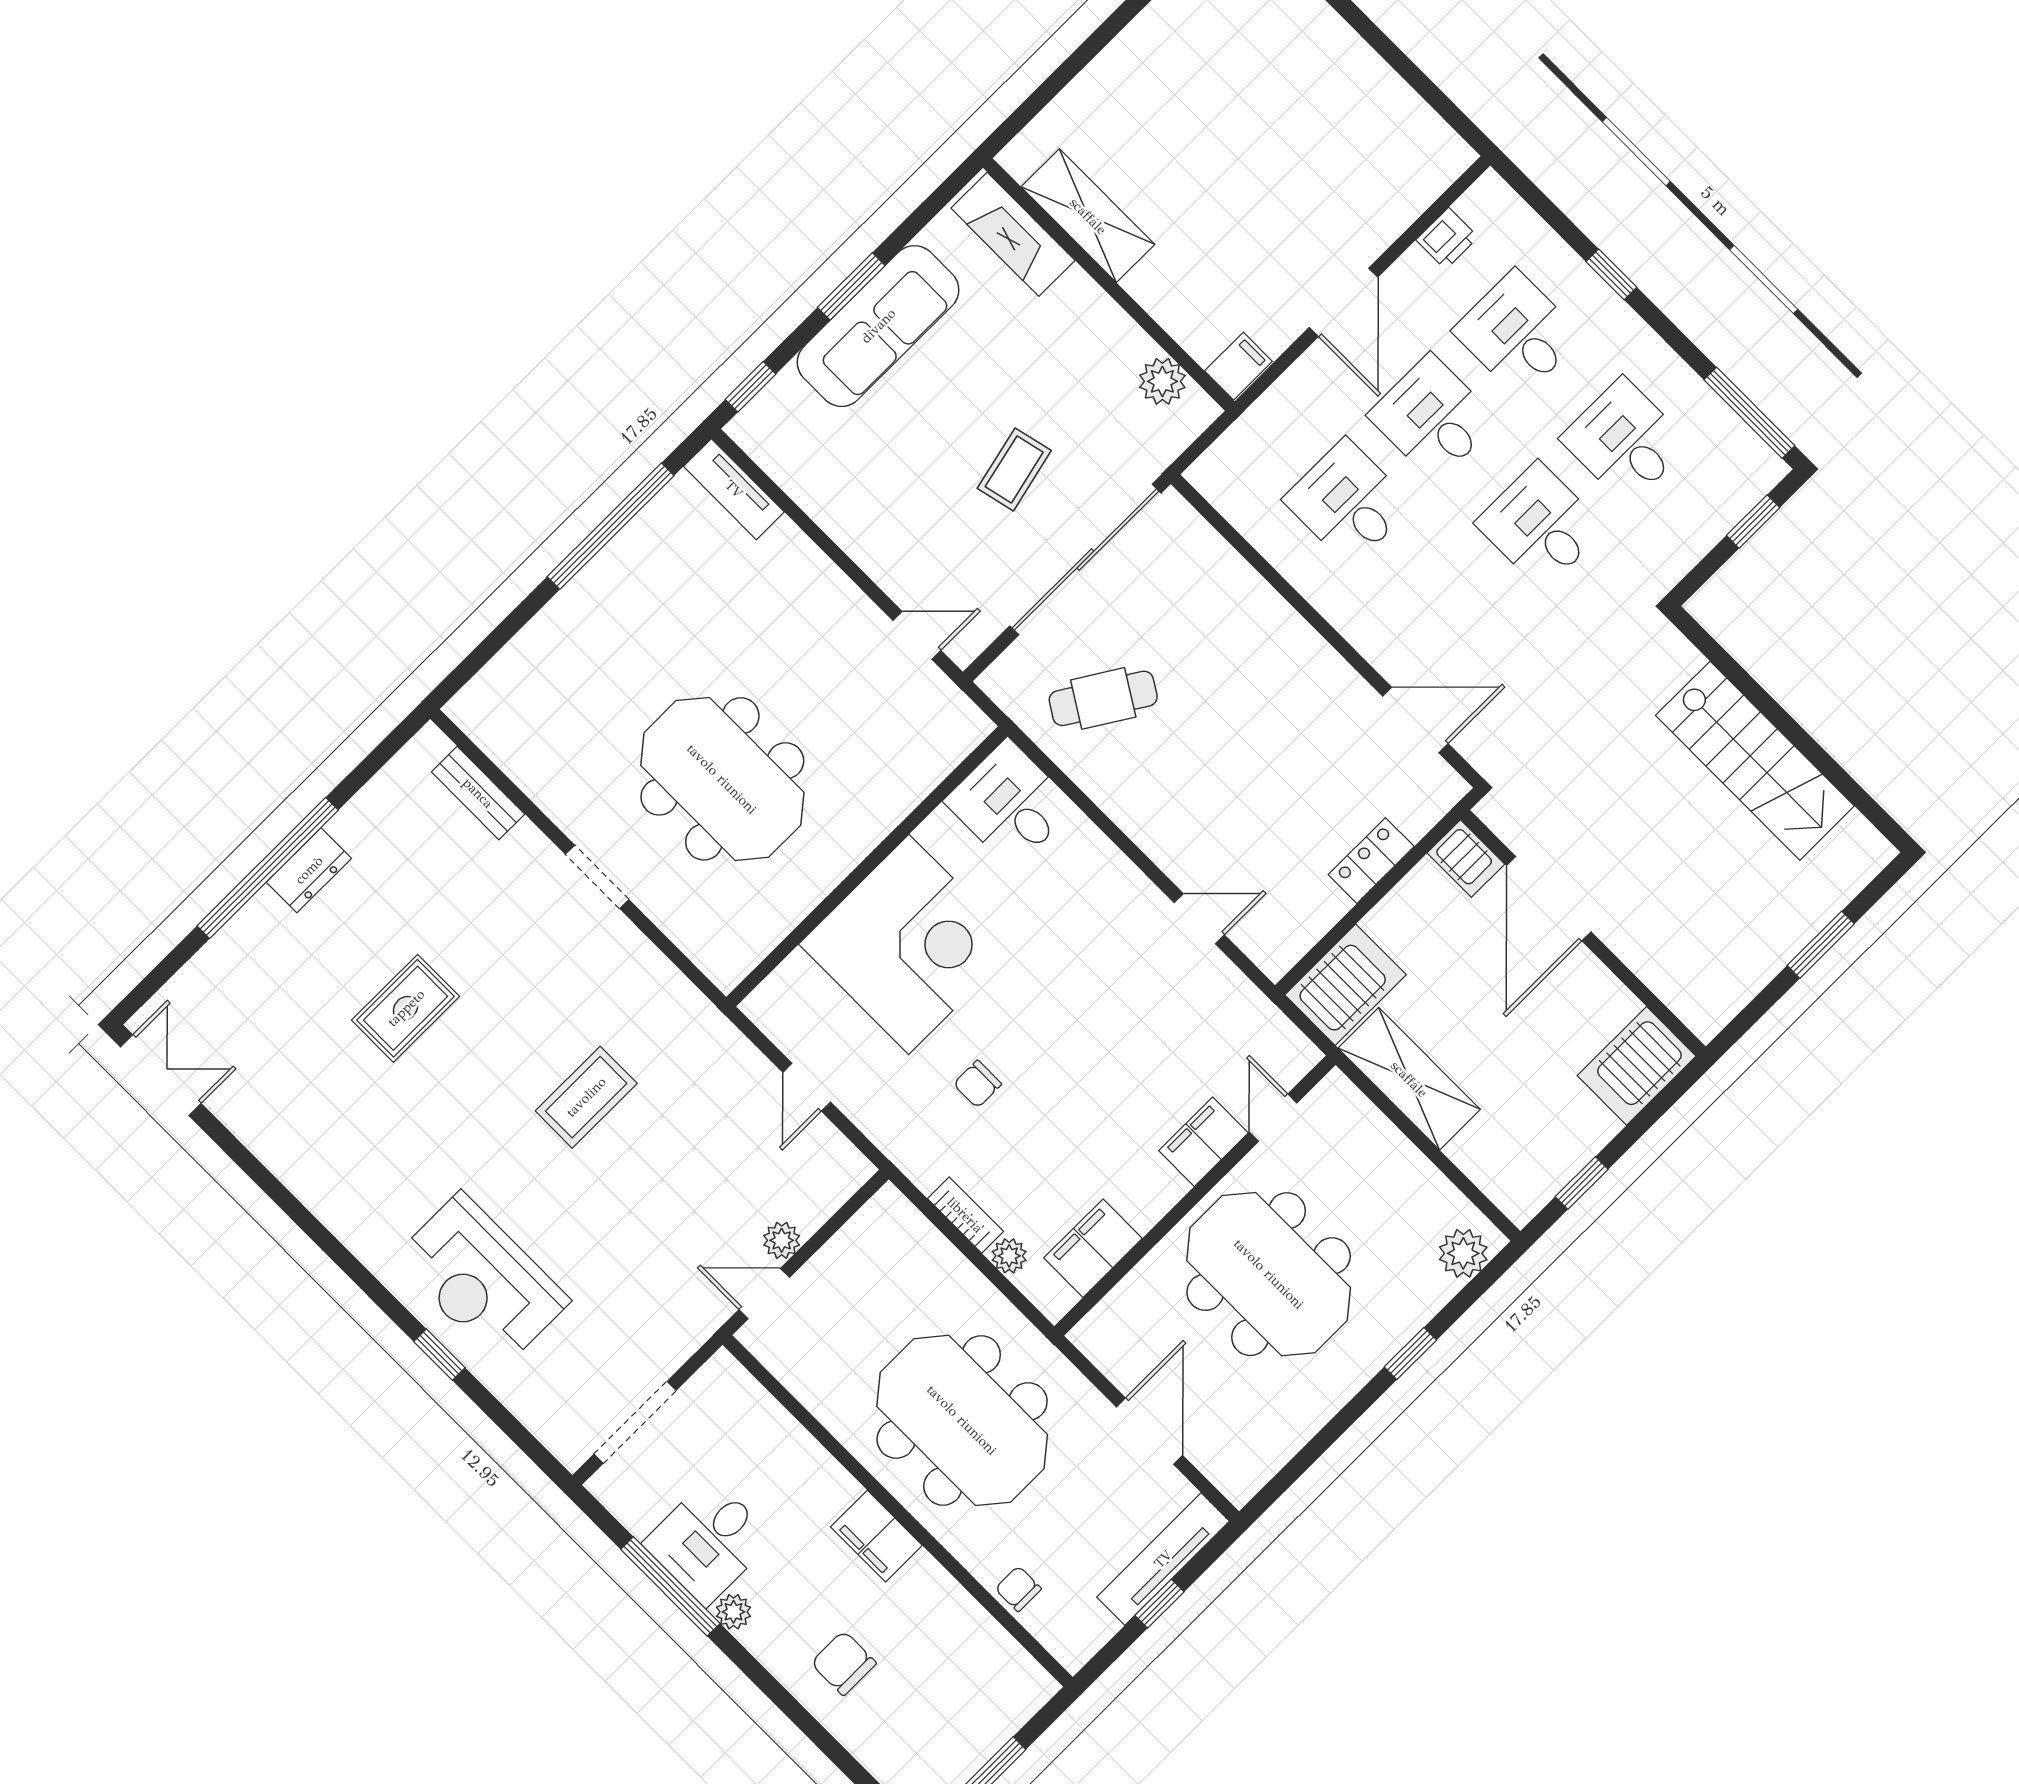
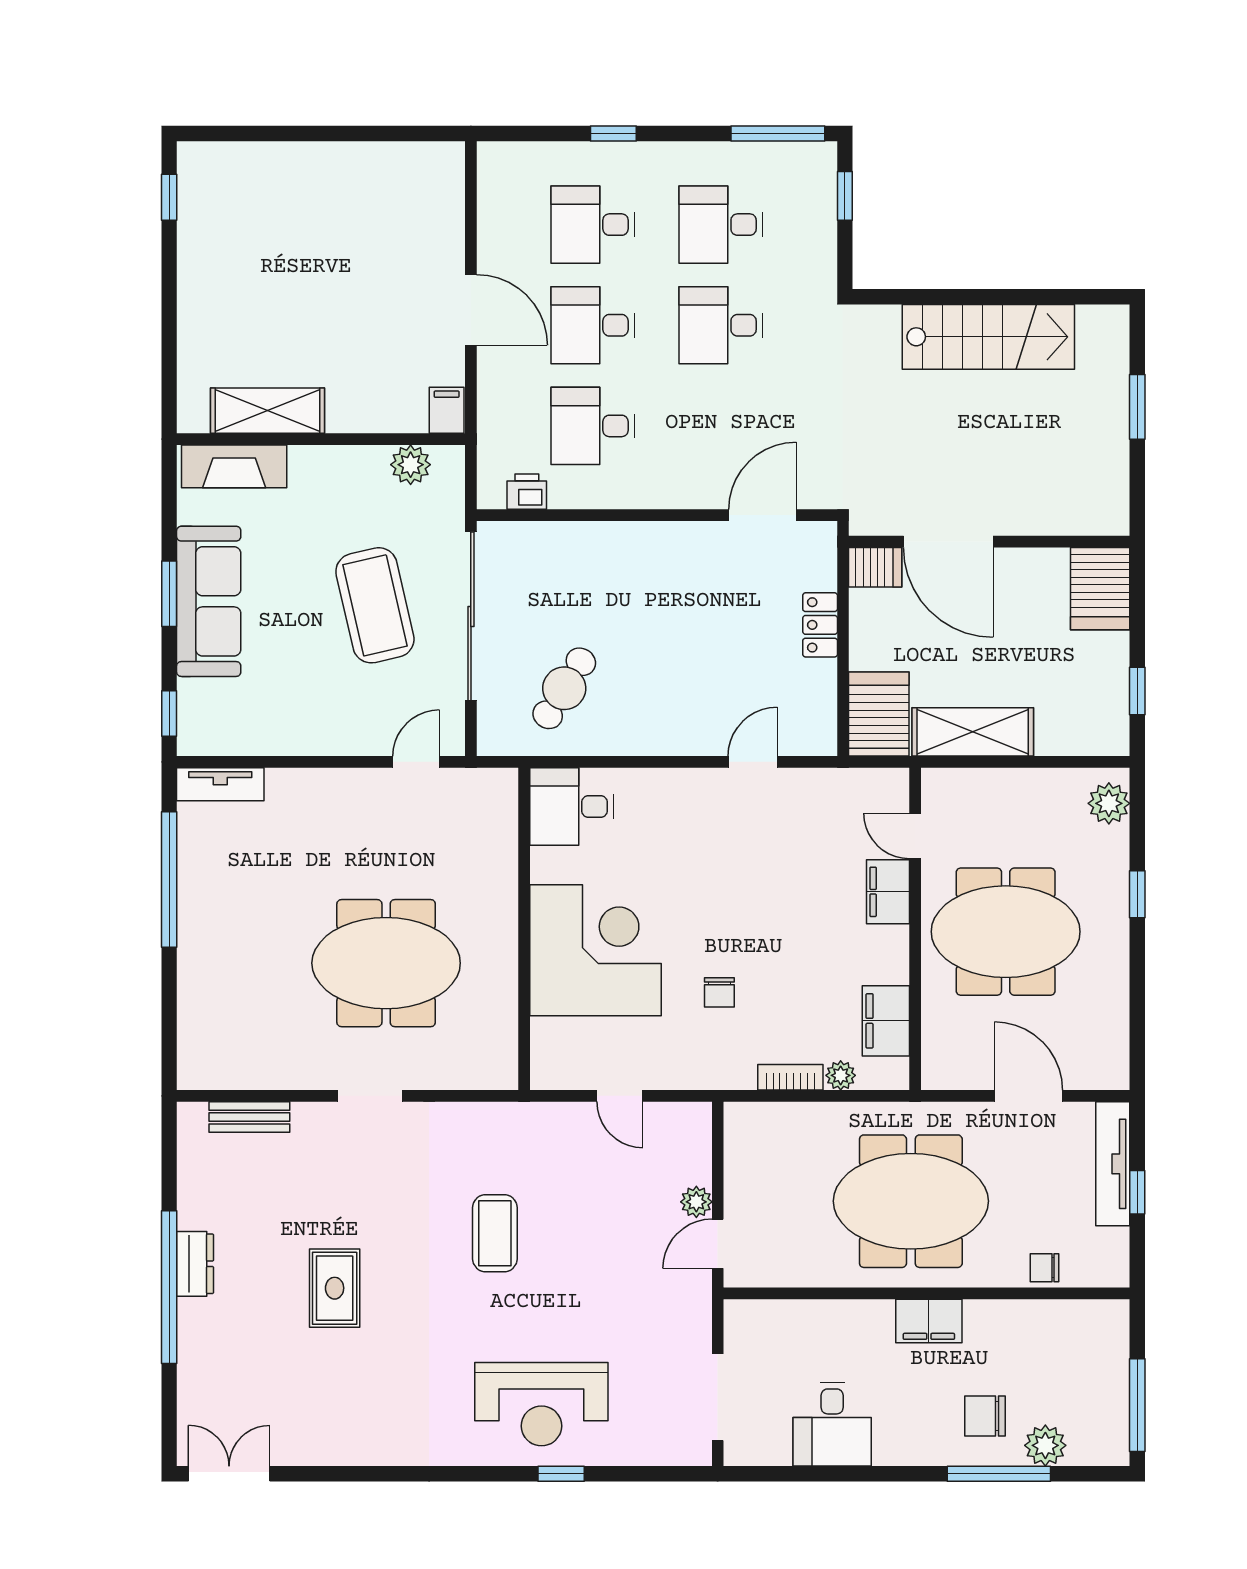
printer: (1447, 238) -> (527, 492), moved, turned -90
coffee table: (1014, 469) -> (375, 605), width x1.86, depth x1.72
window: (670, 1586) -> (999, 1474), moved
plant: (734, 1612) -> (1045, 1445), moved, width x1.38, depth x1.38

